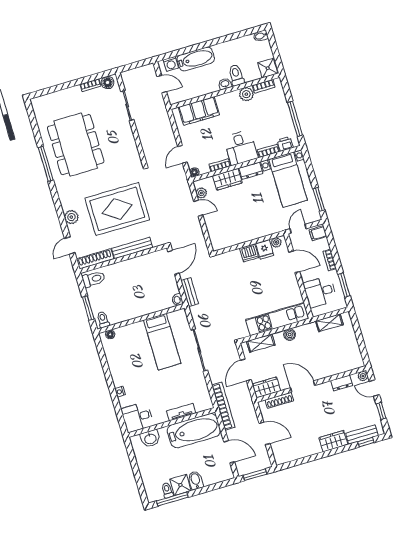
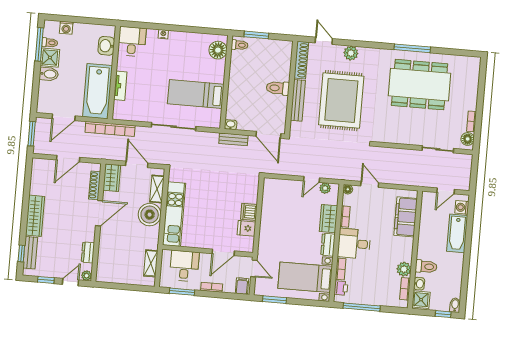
window: (273, 43) -> (443, 314), added
washbasin: (225, 84) -> (419, 284), moved
plant: (276, 242) -> (249, 242), removed
toilet: (94, 279) -> (278, 88), moved, turned 90
floor lamp: (110, 334) -> (218, 50), width x1.89, depth x1.89
boiler: (290, 335) -> (150, 215), width x1.86, depth x1.86
wardrobe: (333, 441) -> (35, 216), width x1.50
washing machine: (148, 481) -> (66, 28), added

